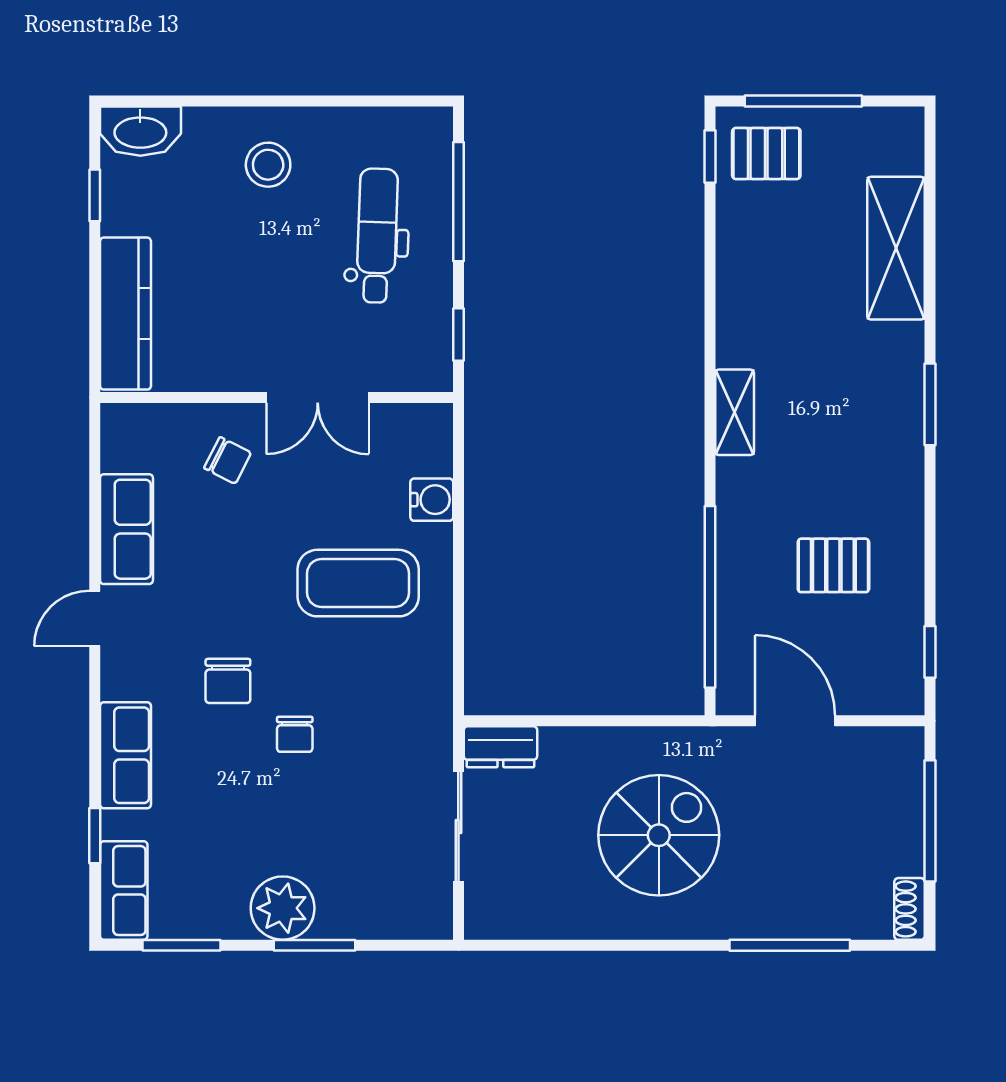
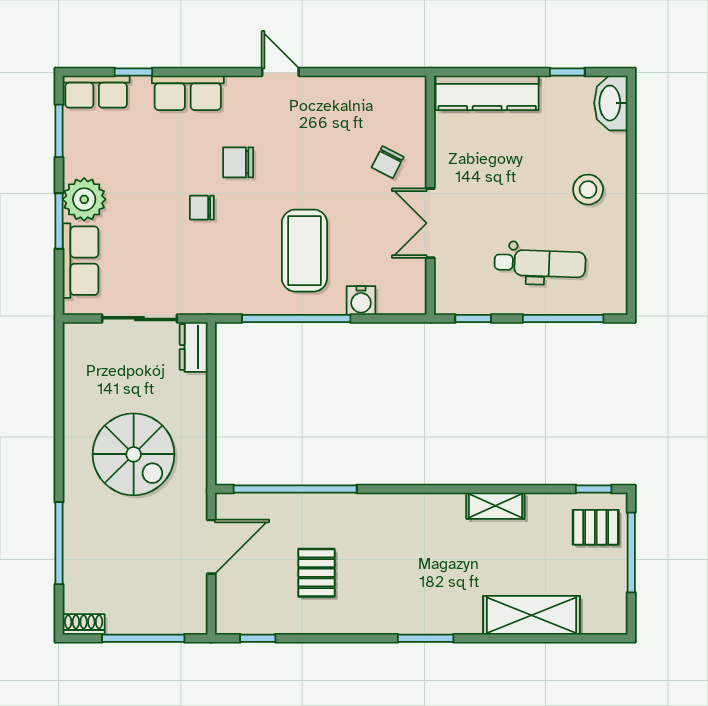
pallet: (766, 153) -> (596, 527), turned 90
shelving: (735, 412) -> (495, 506), moved
row of seats: (126, 529) -> (80, 261), moved, turned -90
window: (458, 595) -> (296, 319), added

